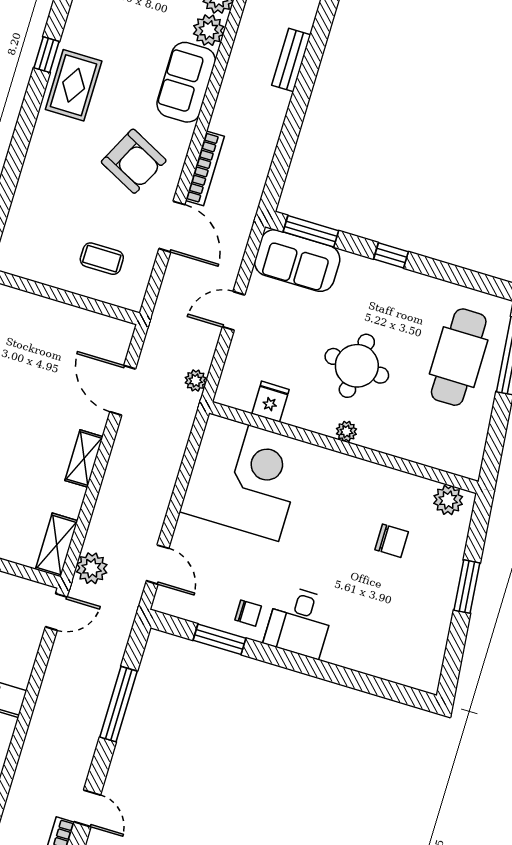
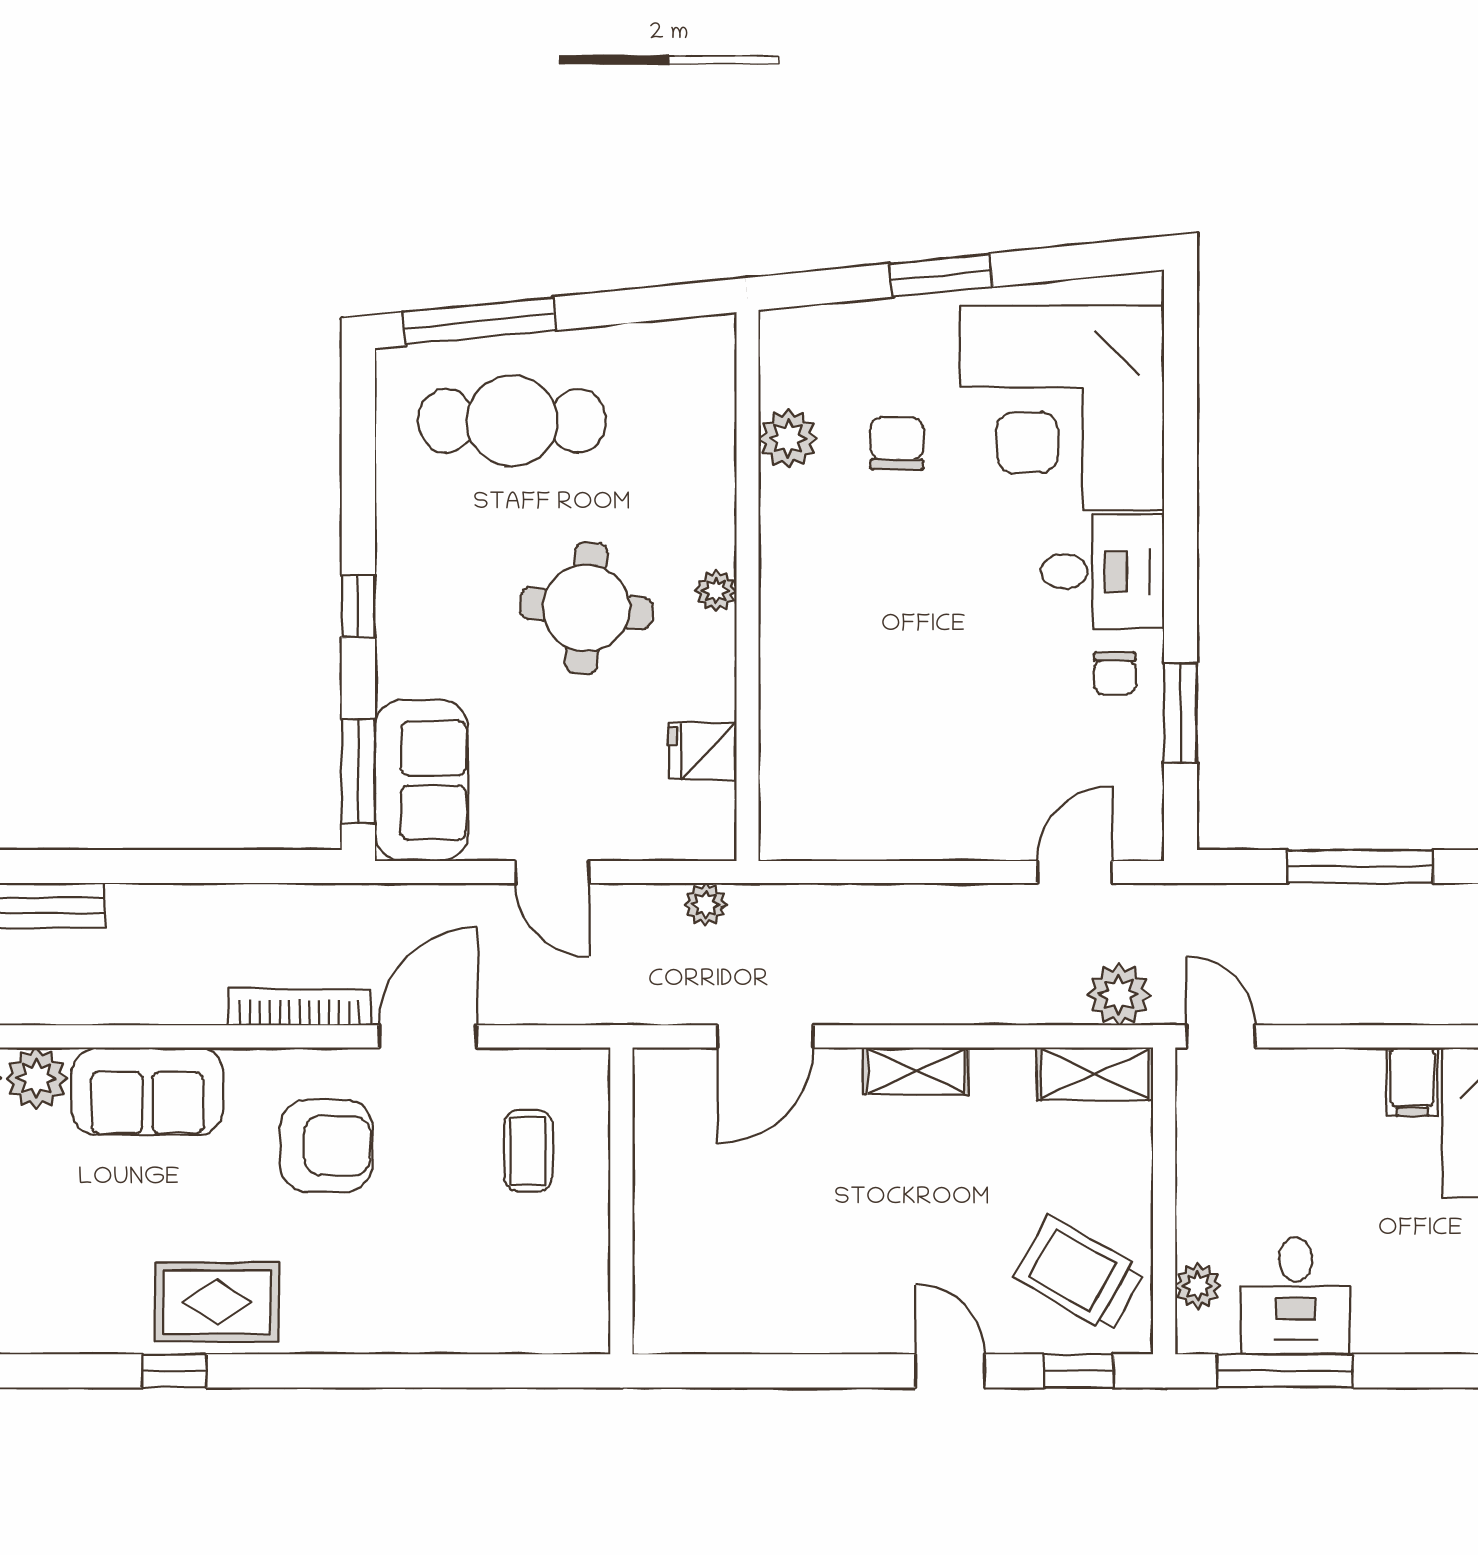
armchair: (134, 161) -> (326, 1146), turned 63
corner desk: (244, 477) -> (1062, 408), moved, turned -90
plant: (448, 500) -> (788, 438), moved
chair: (248, 613) -> (1115, 673), turned 180

